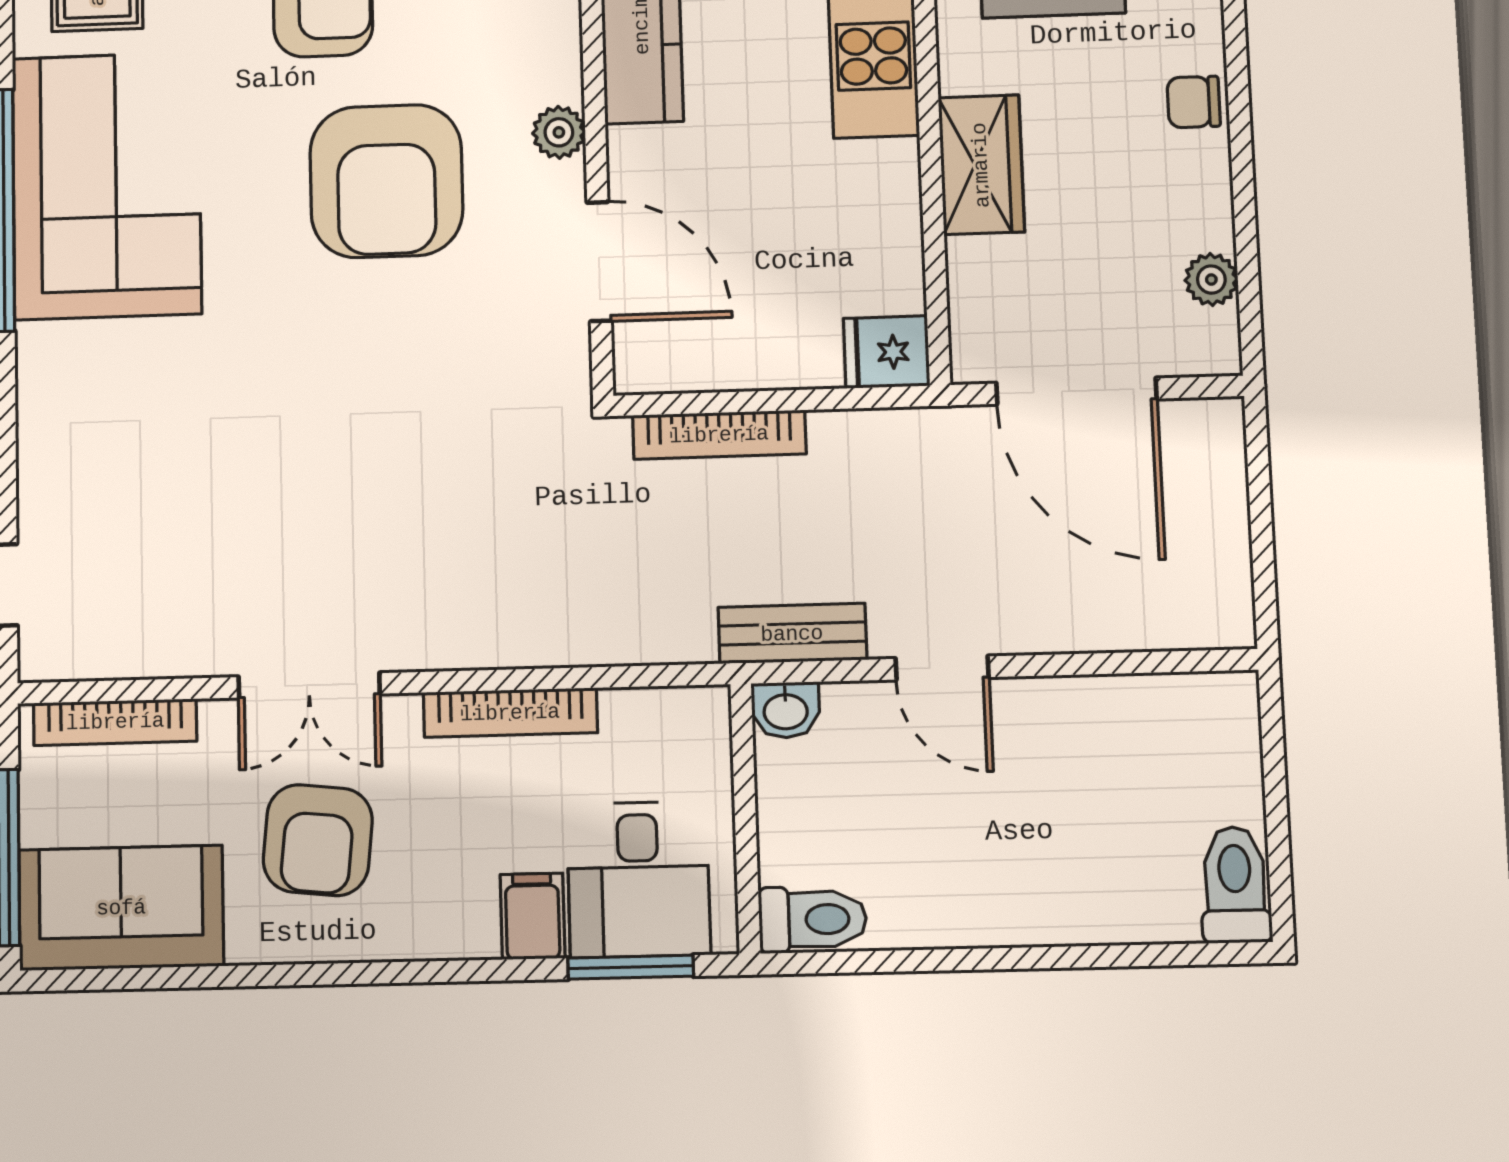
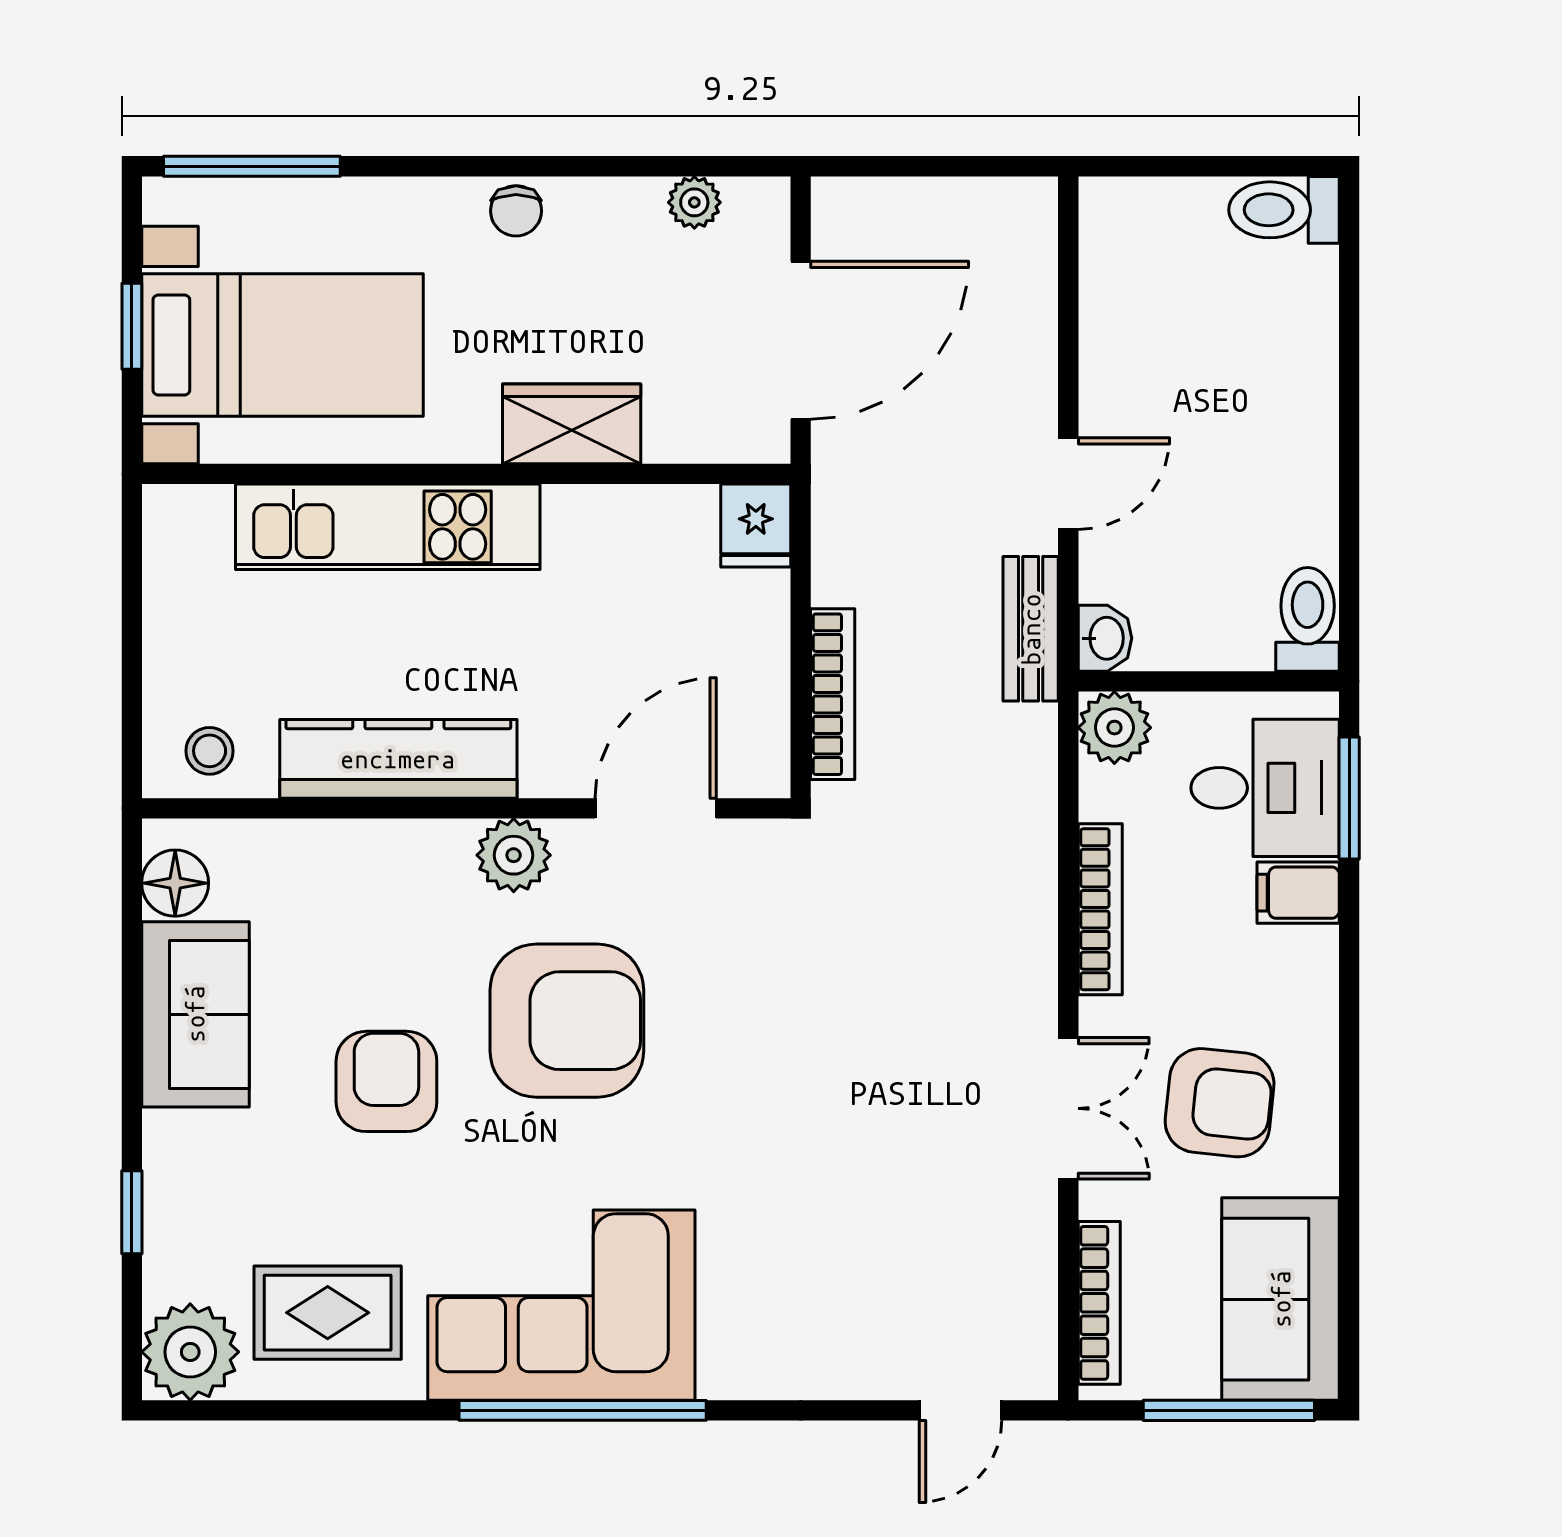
plant: (559, 132) -> (514, 855), width x1.38, depth x1.38
plant: (695, 722) -> (1114, 728), added

